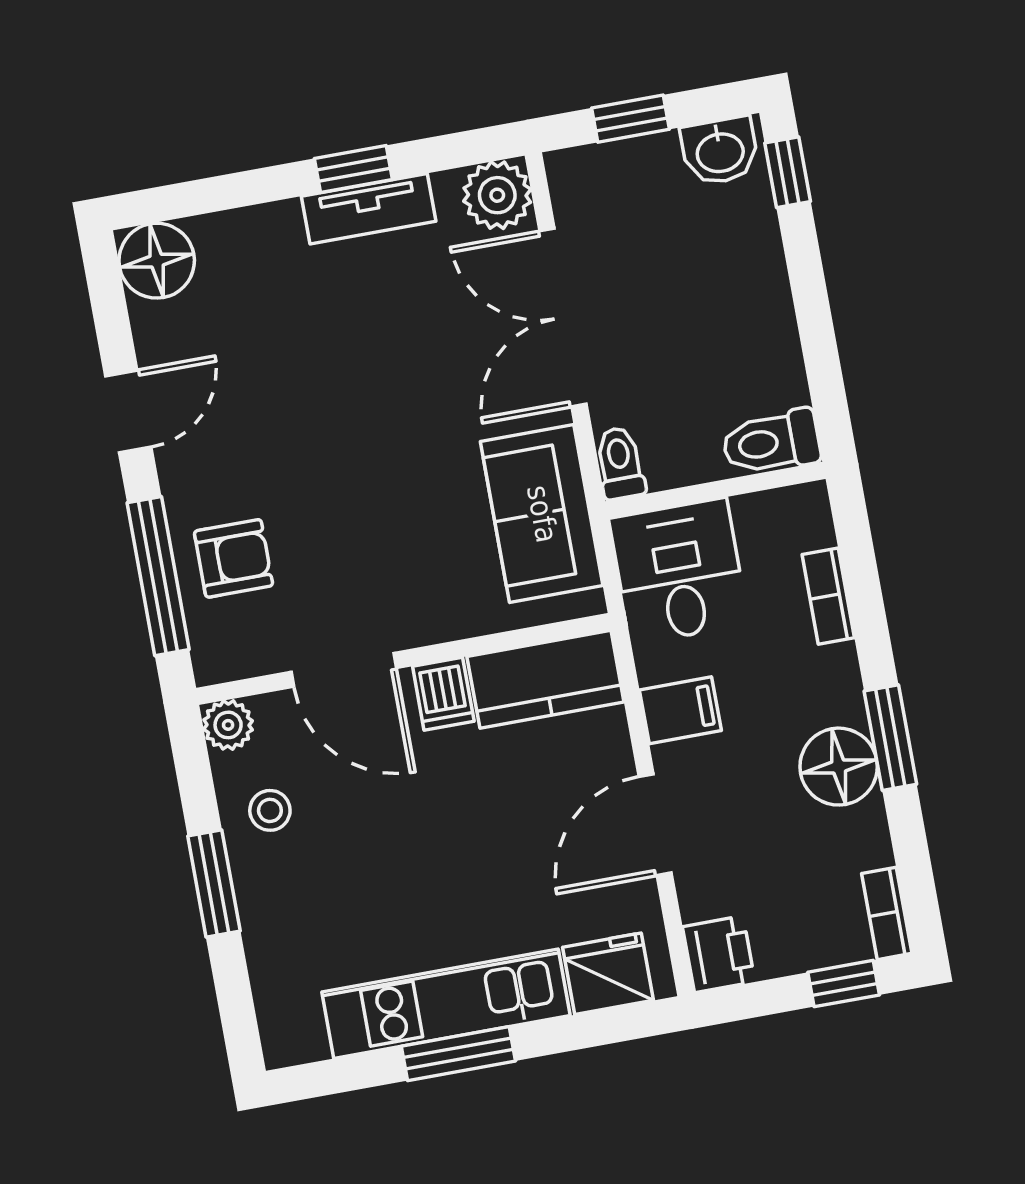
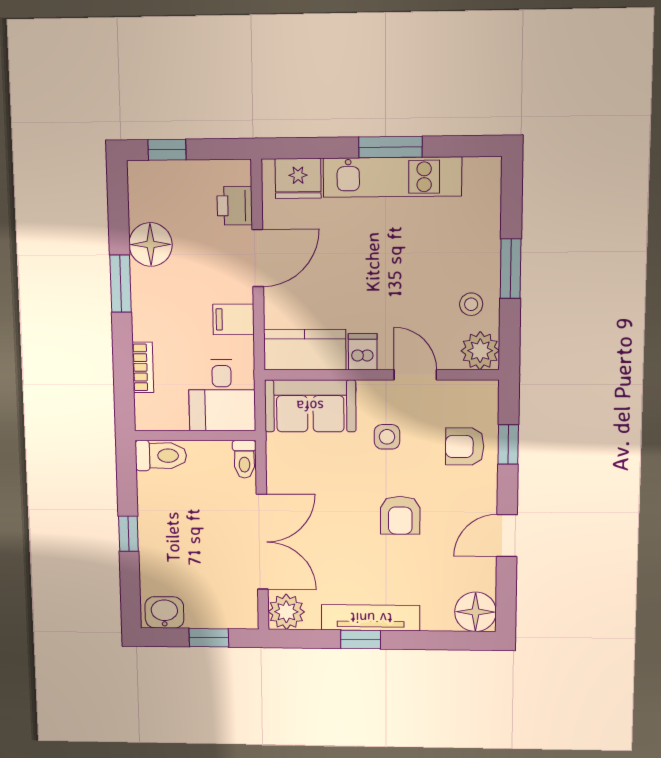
window: (788, 172) -> (128, 534), moved
tv unit: (369, 209) -> (371, 618), width x1.41
armchair: (324, 413) -> (400, 515), added
sofa: (542, 514) -> (310, 406), moved, turned 90
side table: (373, 551) -> (387, 437), added
window: (158, 576) -> (508, 444), width x0.46
door: (344, 670) -> (415, 375), width x0.73
plant: (228, 725) -> (480, 351), width x1.38, depth x1.38
floor lamp: (839, 767) -> (151, 244), moved
bookcase: (887, 913) -> (137, 186), removed
printer: (719, 954) -> (235, 206), moved

